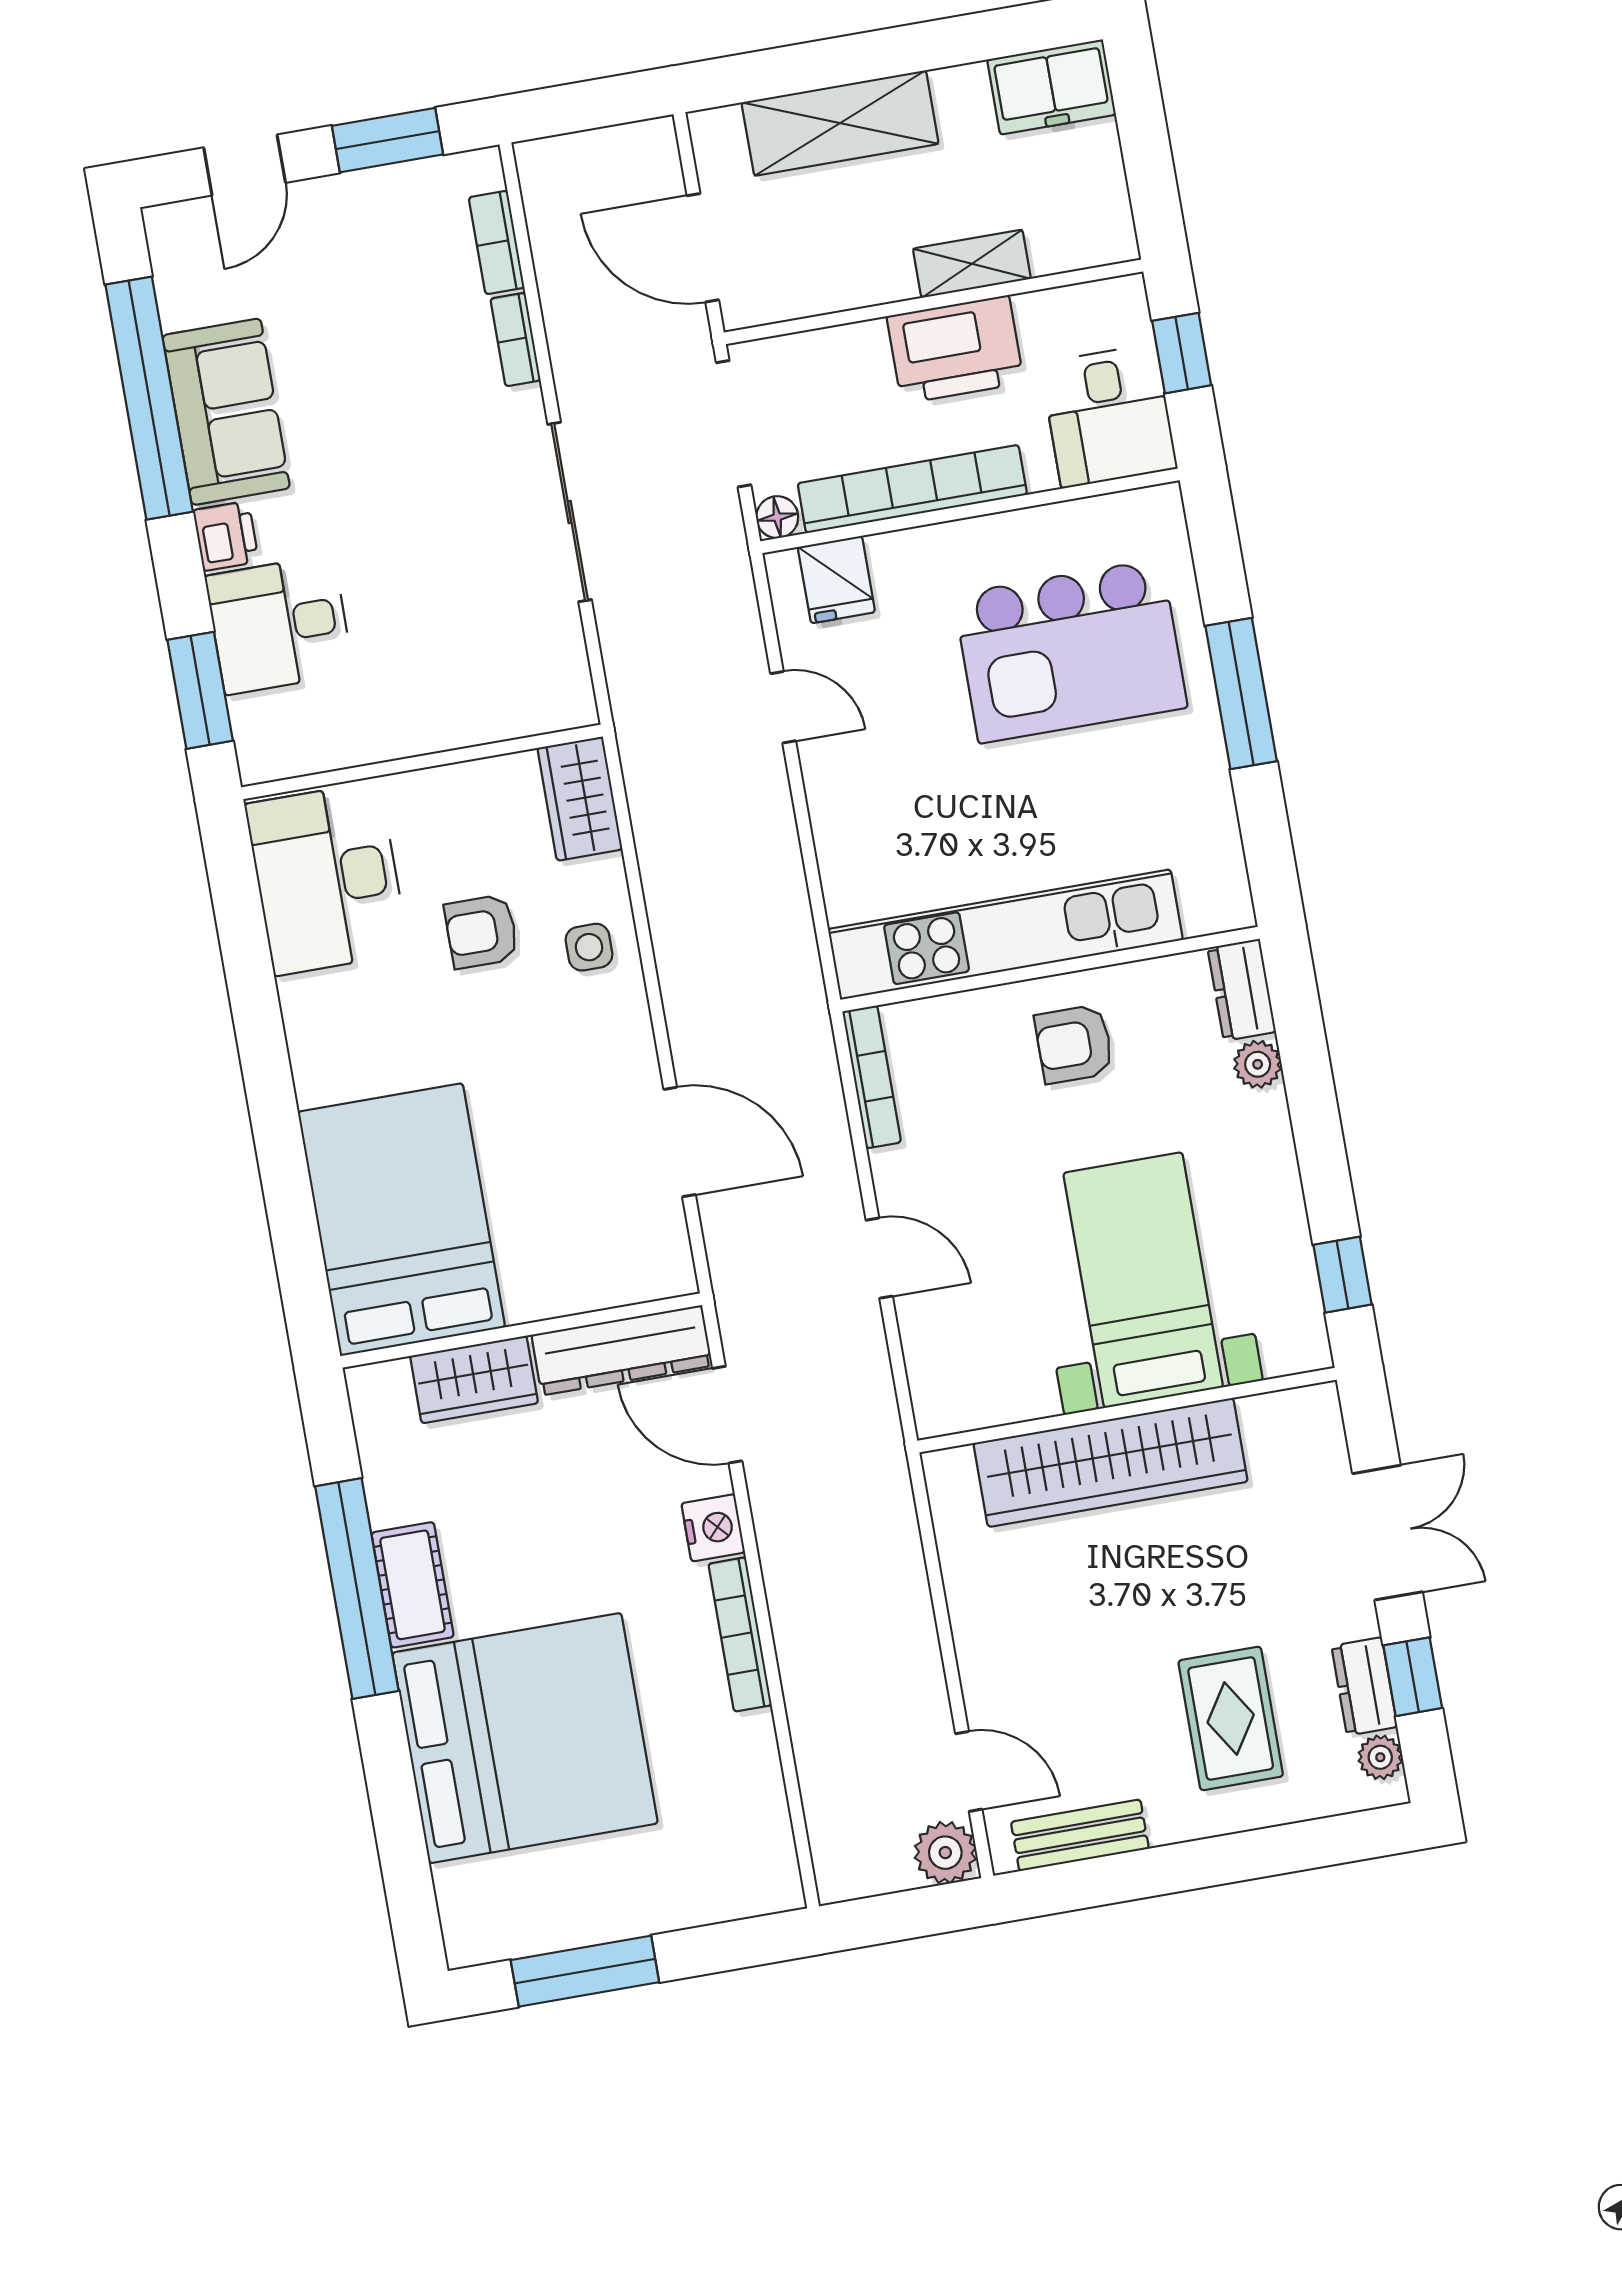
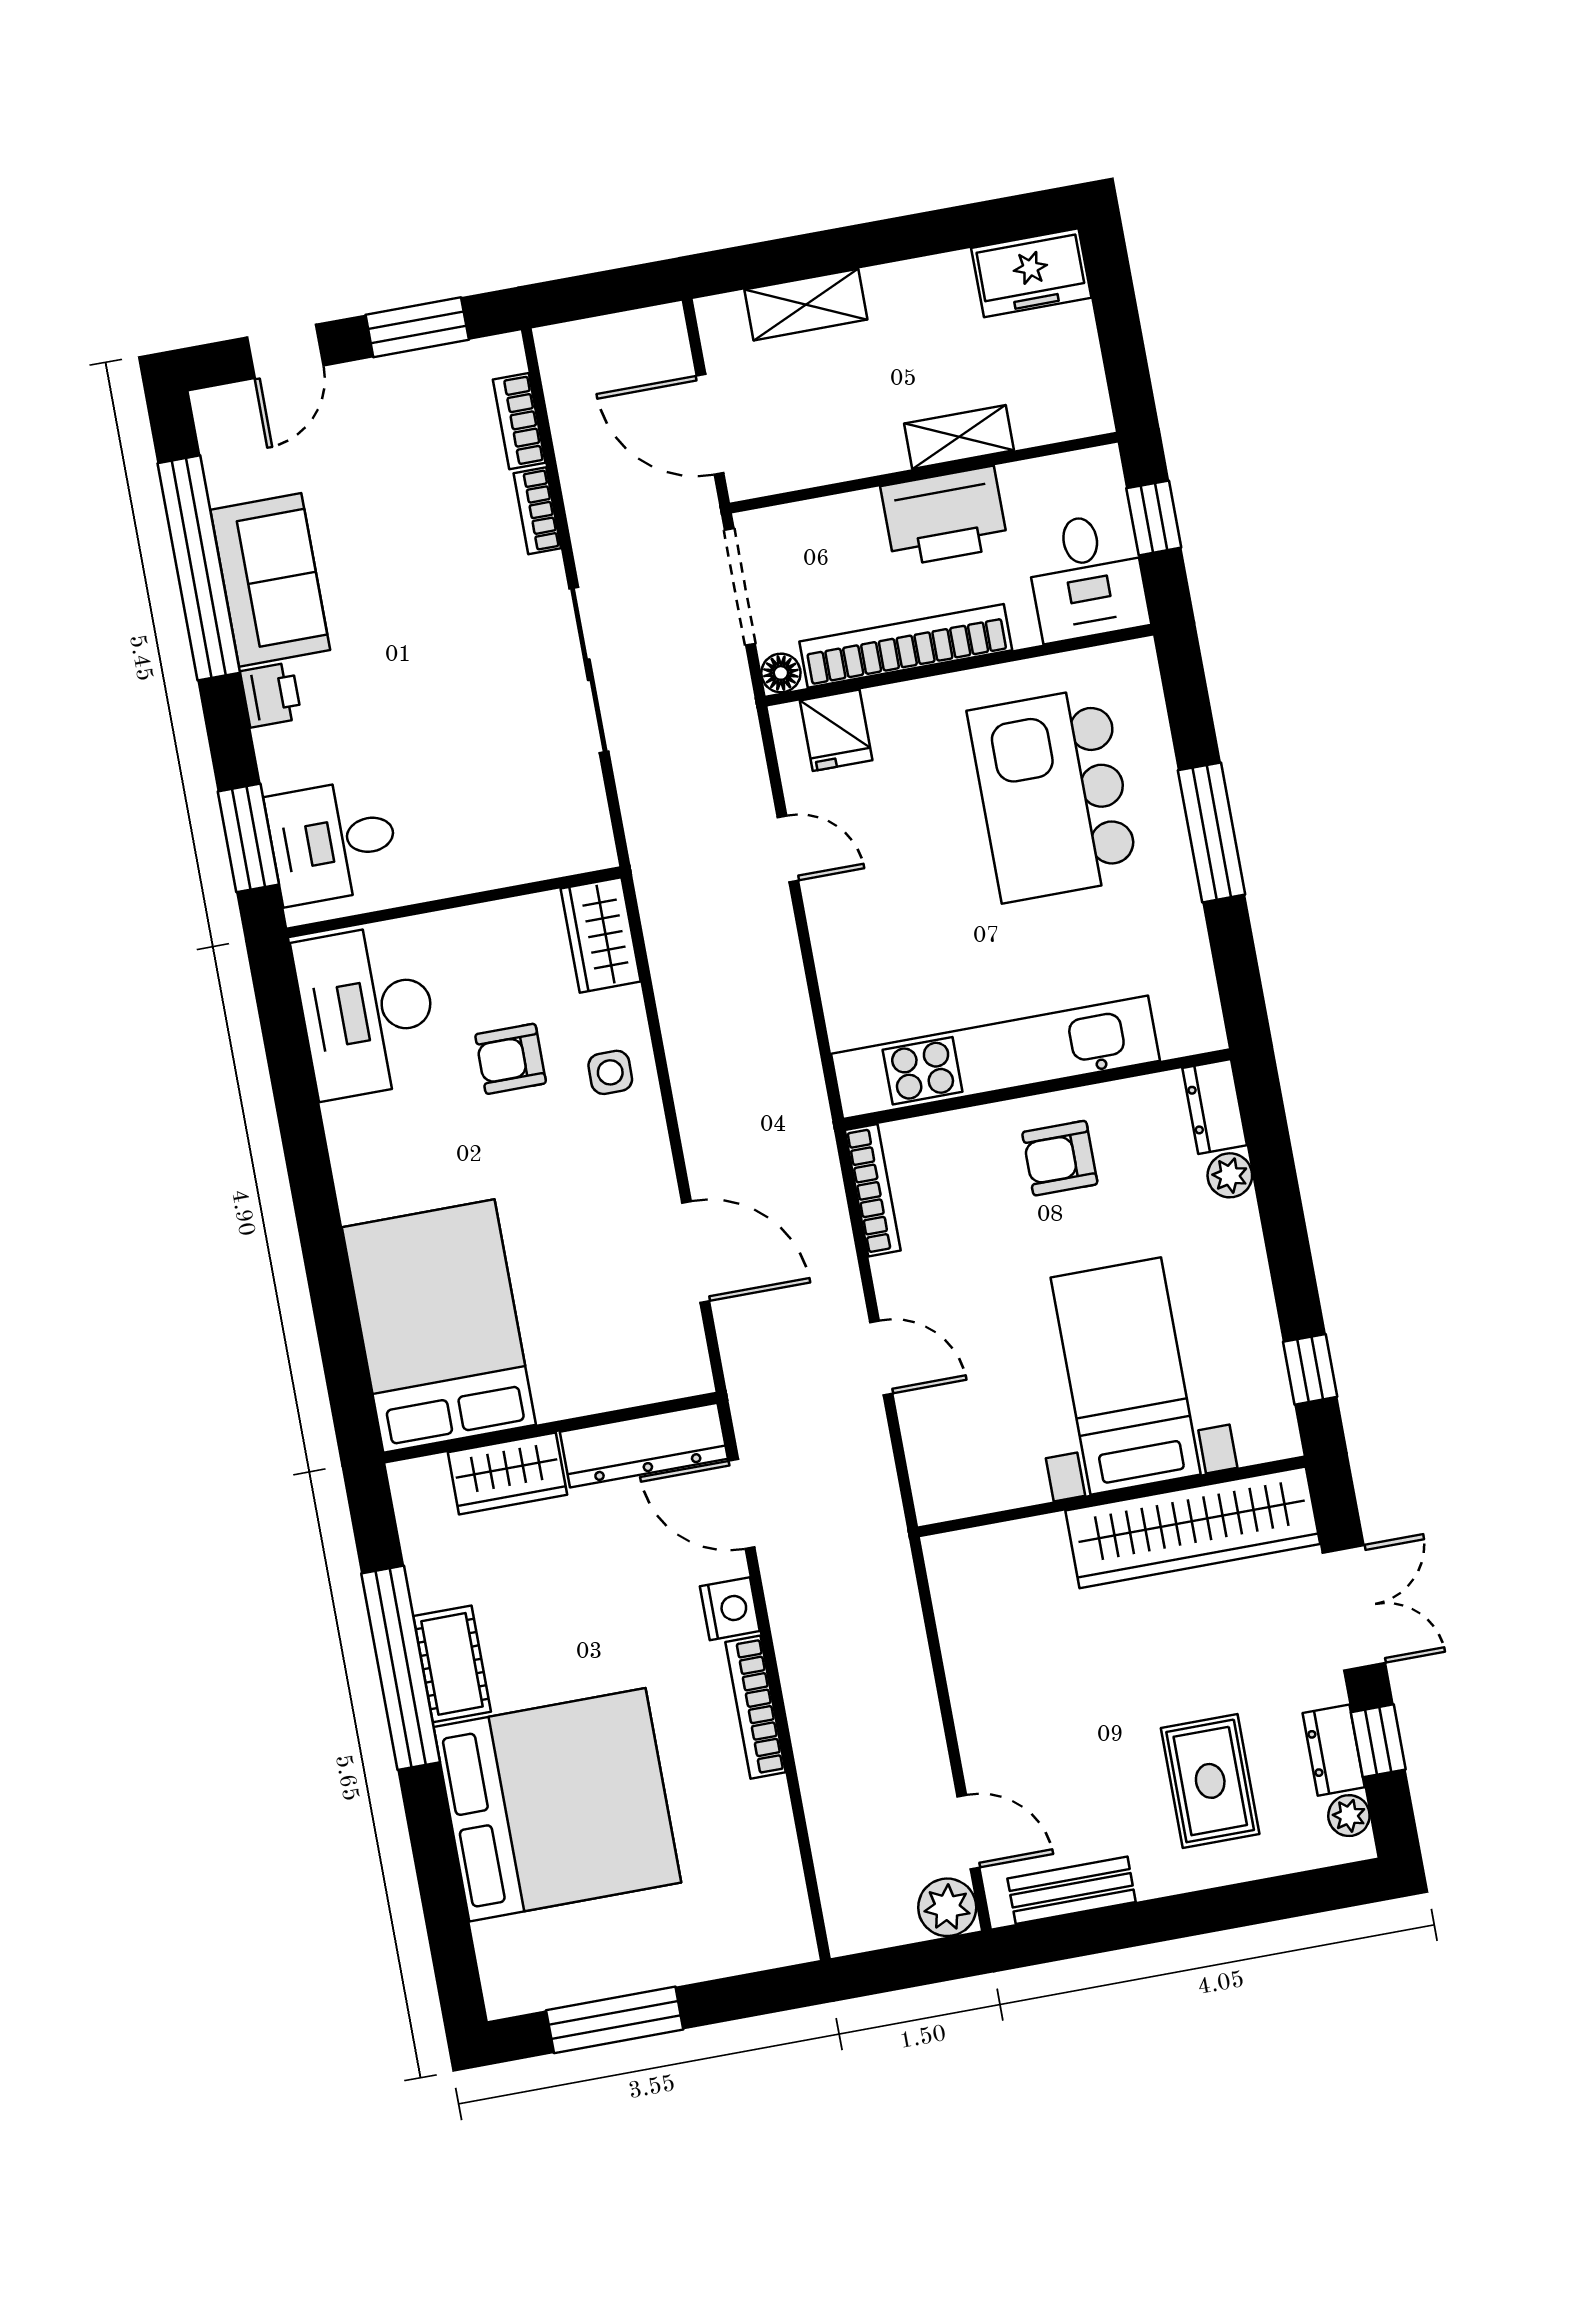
shelving: (840, 123) -> (806, 305), width x0.67, depth x0.75
desk: (279, 625) -> (333, 842), moved
kitchen island: (1070, 651) -> (1053, 795), turned 90
wardrobe: (1111, 1462) -> (1193, 1527), moved

